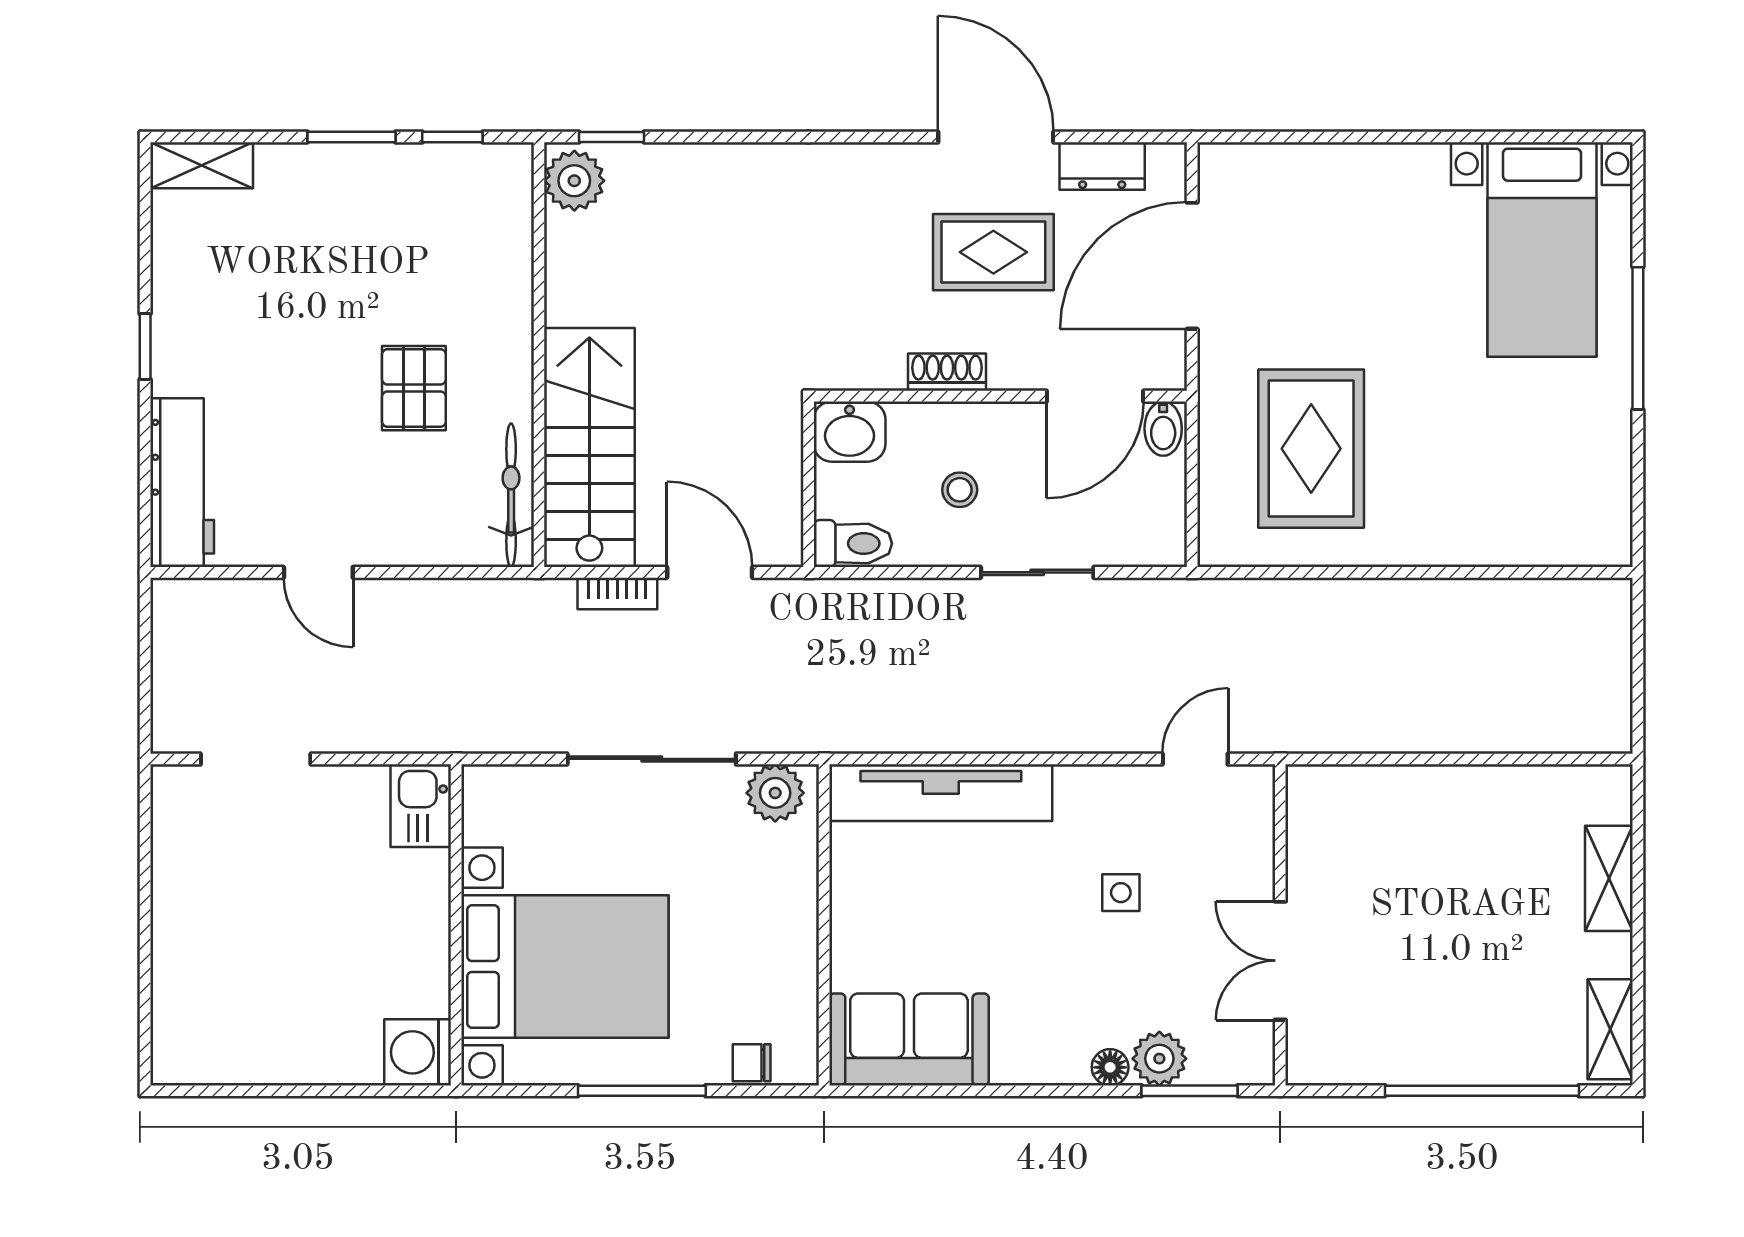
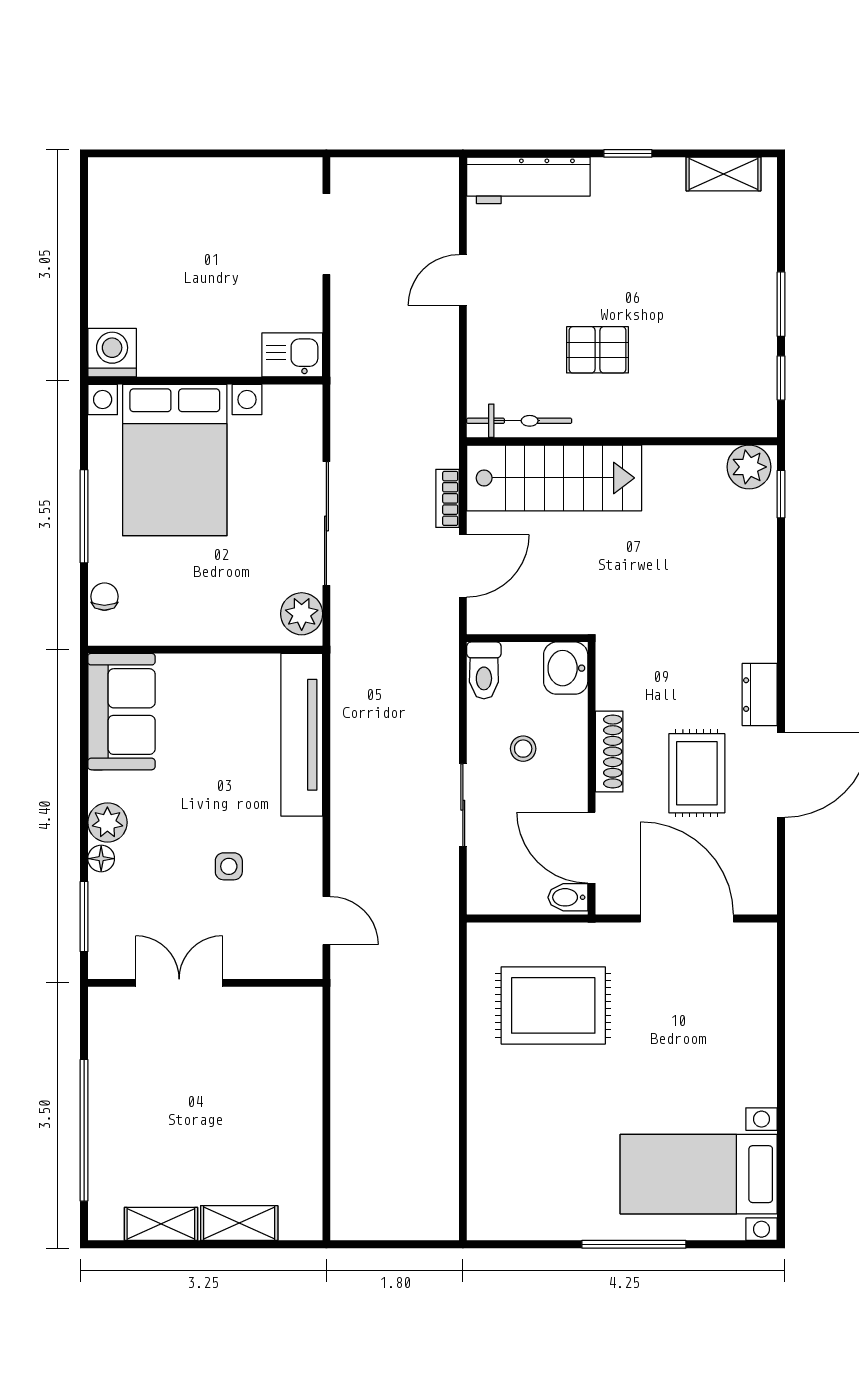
shelving: (202, 165) -> (723, 174), moved, turned 90
dresser: (1102, 166) -> (760, 695), moved
shoe rack: (947, 372) -> (609, 751), width x1.43
shelving: (1610, 1029) -> (161, 1224), moved
plant: (1159, 1059) -> (107, 822), moved

